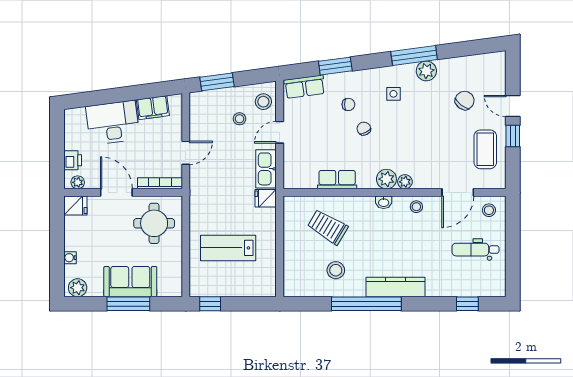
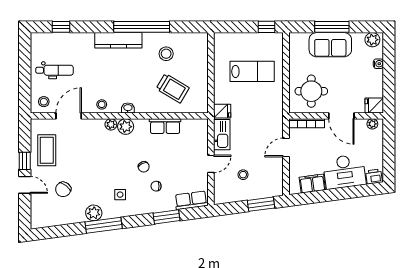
stool: (263, 102) -> (224, 188), removed
printer: (73, 160) -> (374, 177), moved, turned 82

